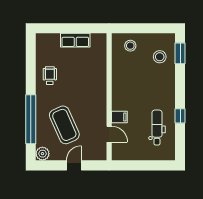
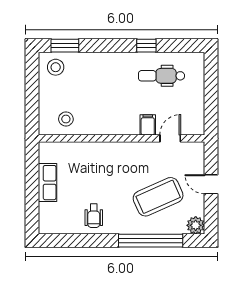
stool: (130, 46) -> (66, 119), moved
stool: (160, 57) -> (56, 67), moved
wheelchair: (50, 76) -> (94, 216), turned -90

